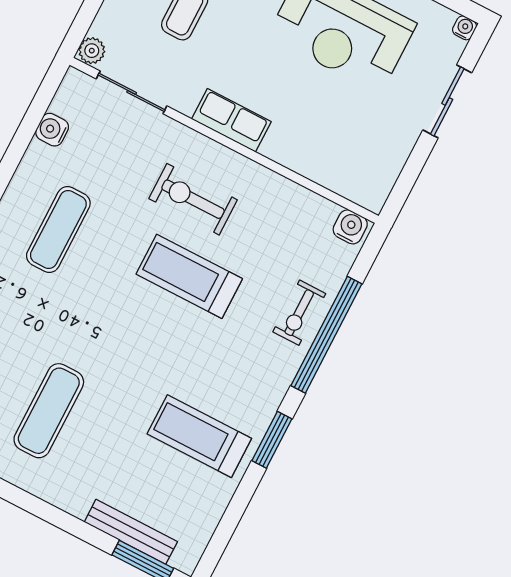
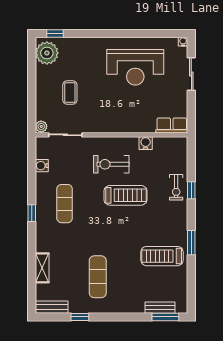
row of seats: (231, 120) -> (172, 125), moved
water cooler: (350, 227) -> (146, 143), moved
treadmill: (189, 276) -> (125, 195), turned 180
window: (326, 335) -> (191, 190), width x0.32
bench: (131, 532) -> (160, 308), width x0.73

